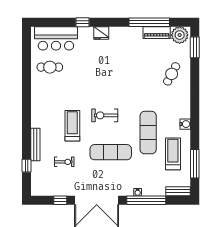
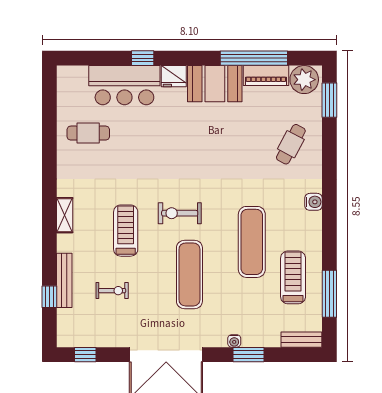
booth: (126, 37) -> (215, 84), added
bar counter: (56, 38) -> (124, 85), moved
shelving: (36, 117) -> (65, 215), added
water cooler: (185, 124) -> (314, 202), moved
bench: (35, 144) -> (64, 280), moved
exercise mat: (111, 152) -> (189, 274), turned 90
window: (60, 200) -> (85, 355), moved
window: (146, 200) -> (249, 355), width x0.47

